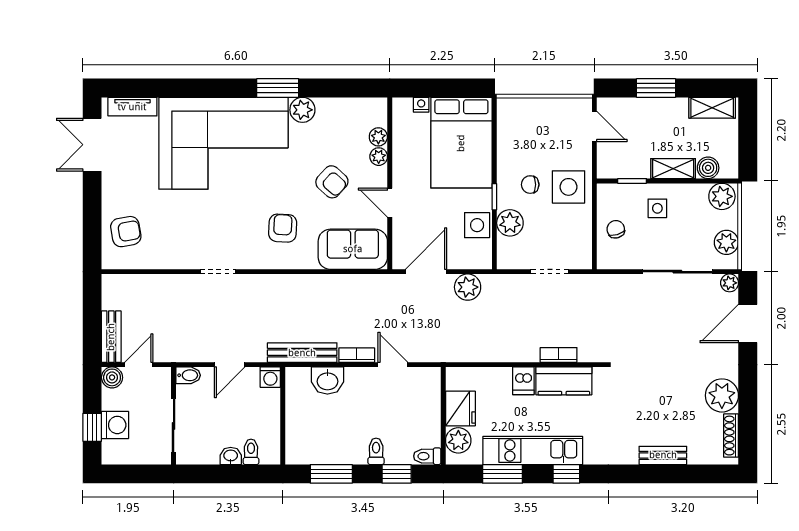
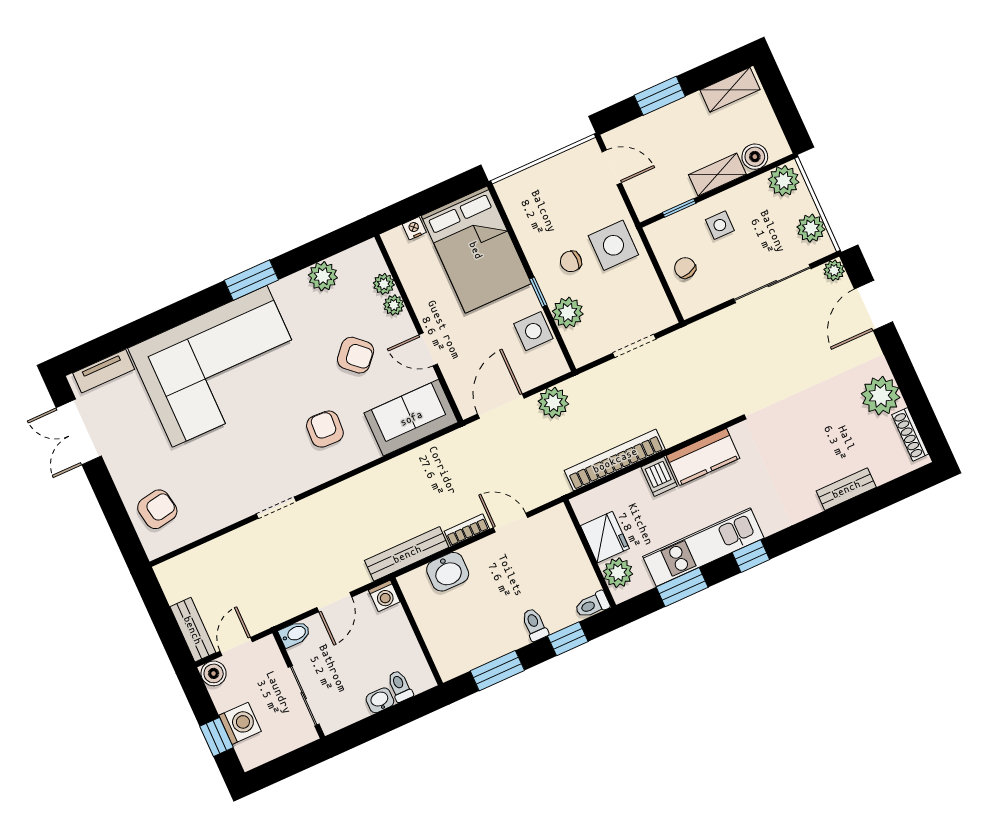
plant: (302, 110) -> (323, 276), moved
bookcase: (559, 355) -> (615, 460), moved, width x2.31, depth x1.31

